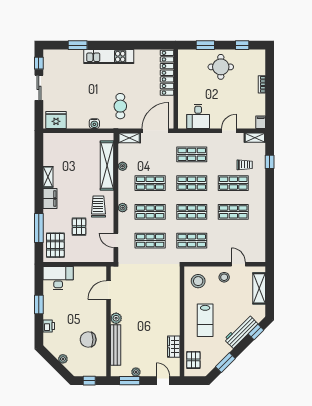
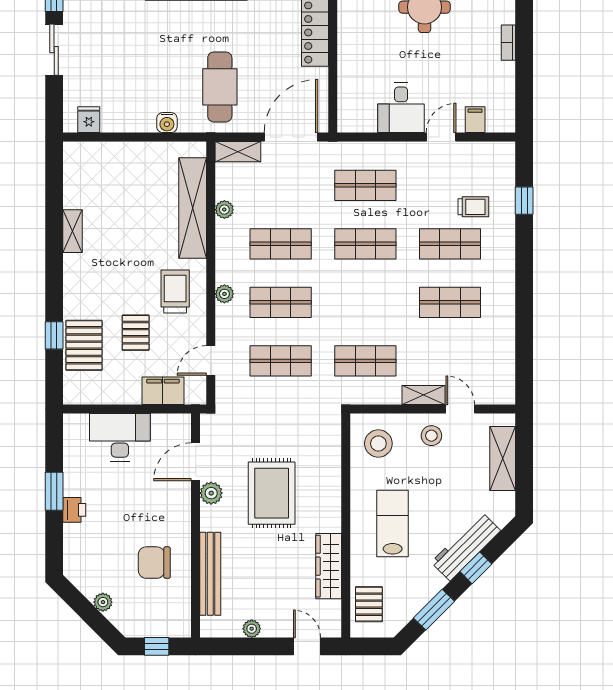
cafe table: (120, 106) -> (220, 87), width x1.37, depth x1.35
desk: (198, 116) -> (401, 108), moved
fridge: (56, 120) -> (89, 120), width x0.53, depth x0.75
filing cabinet: (261, 122) -> (475, 120), moved
shelving: (255, 138) -> (423, 395), moved
filing cabinet: (50, 199) -> (163, 391), moved, turned -90
shop shelf: (192, 212) -> (365, 302), removed
window: (39, 228) -> (54, 335), width x0.46
door: (116, 240) -> (211, 360), hinge flipped
pallet: (55, 245) -> (84, 345), moved
desk: (58, 278) -> (120, 437), moved
rug: (146, 305) -> (272, 493), added
plant: (116, 318) -> (211, 493), moved
lab bench: (205, 320) -> (393, 523), turned 180
printer: (49, 326) -> (74, 510), moved
window: (256, 332) -> (476, 568), moved
wardrobe: (174, 347) -> (329, 566), width x1.50
window: (130, 381) -> (239, 646), removed

